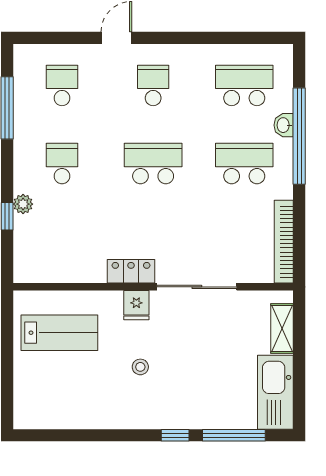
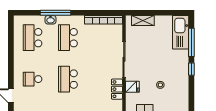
window: (299, 136) -> (56, 13), width x0.68
kitchen sink: (275, 392) -> (181, 32), moved, turned 90

